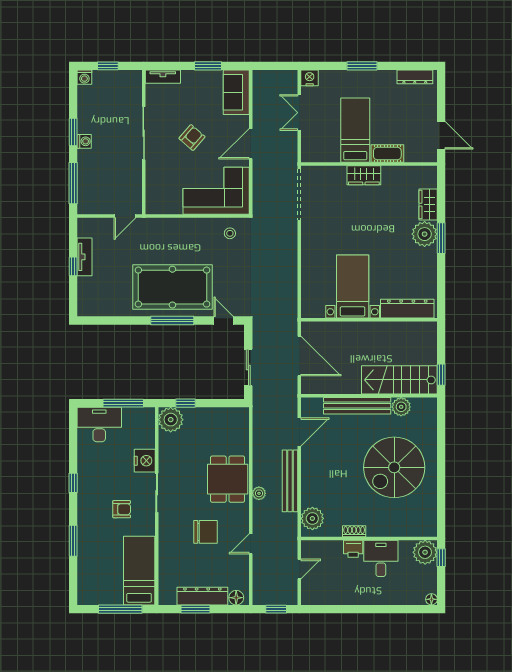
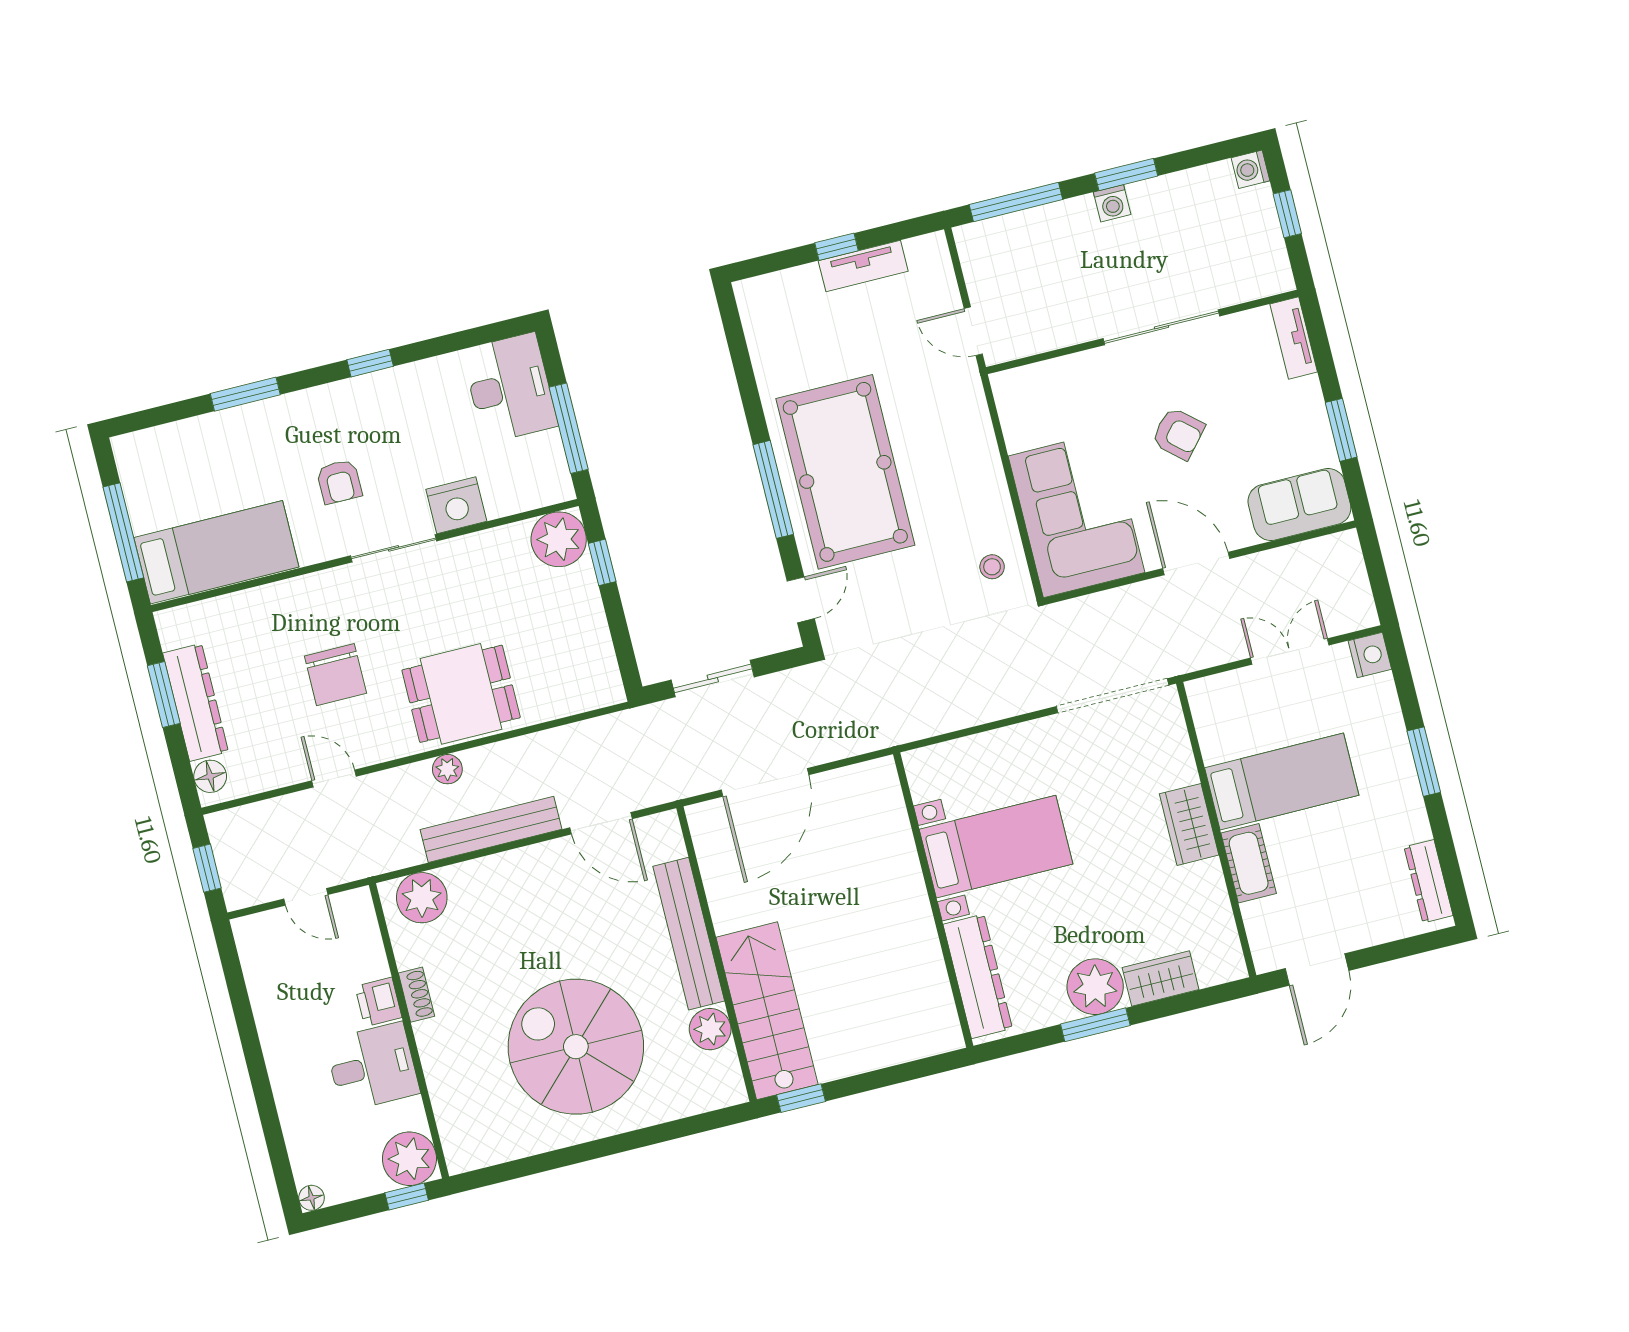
bed with nightstands: (353, 286) -> (996, 847), moved
dresser: (407, 309) -> (978, 976), moved
wall: (369, 320) -> (933, 900), moved

